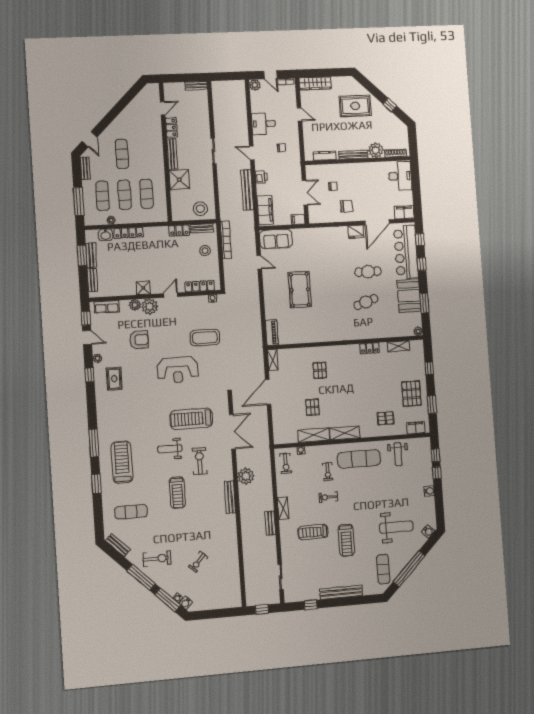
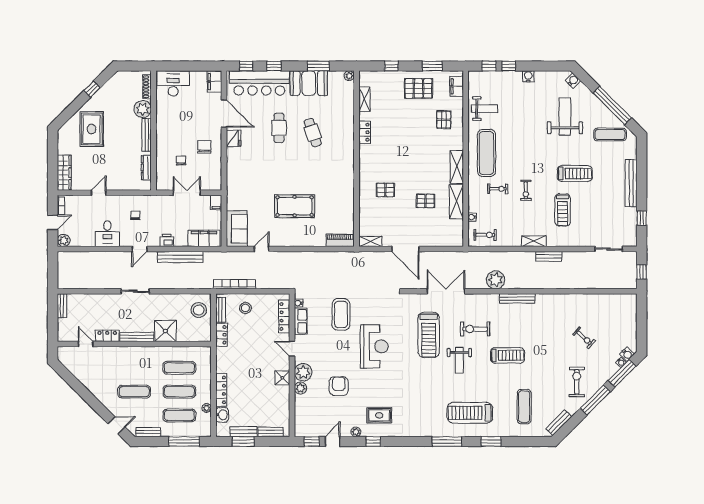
row of seats: (107, 307) -> (301, 321), moved

